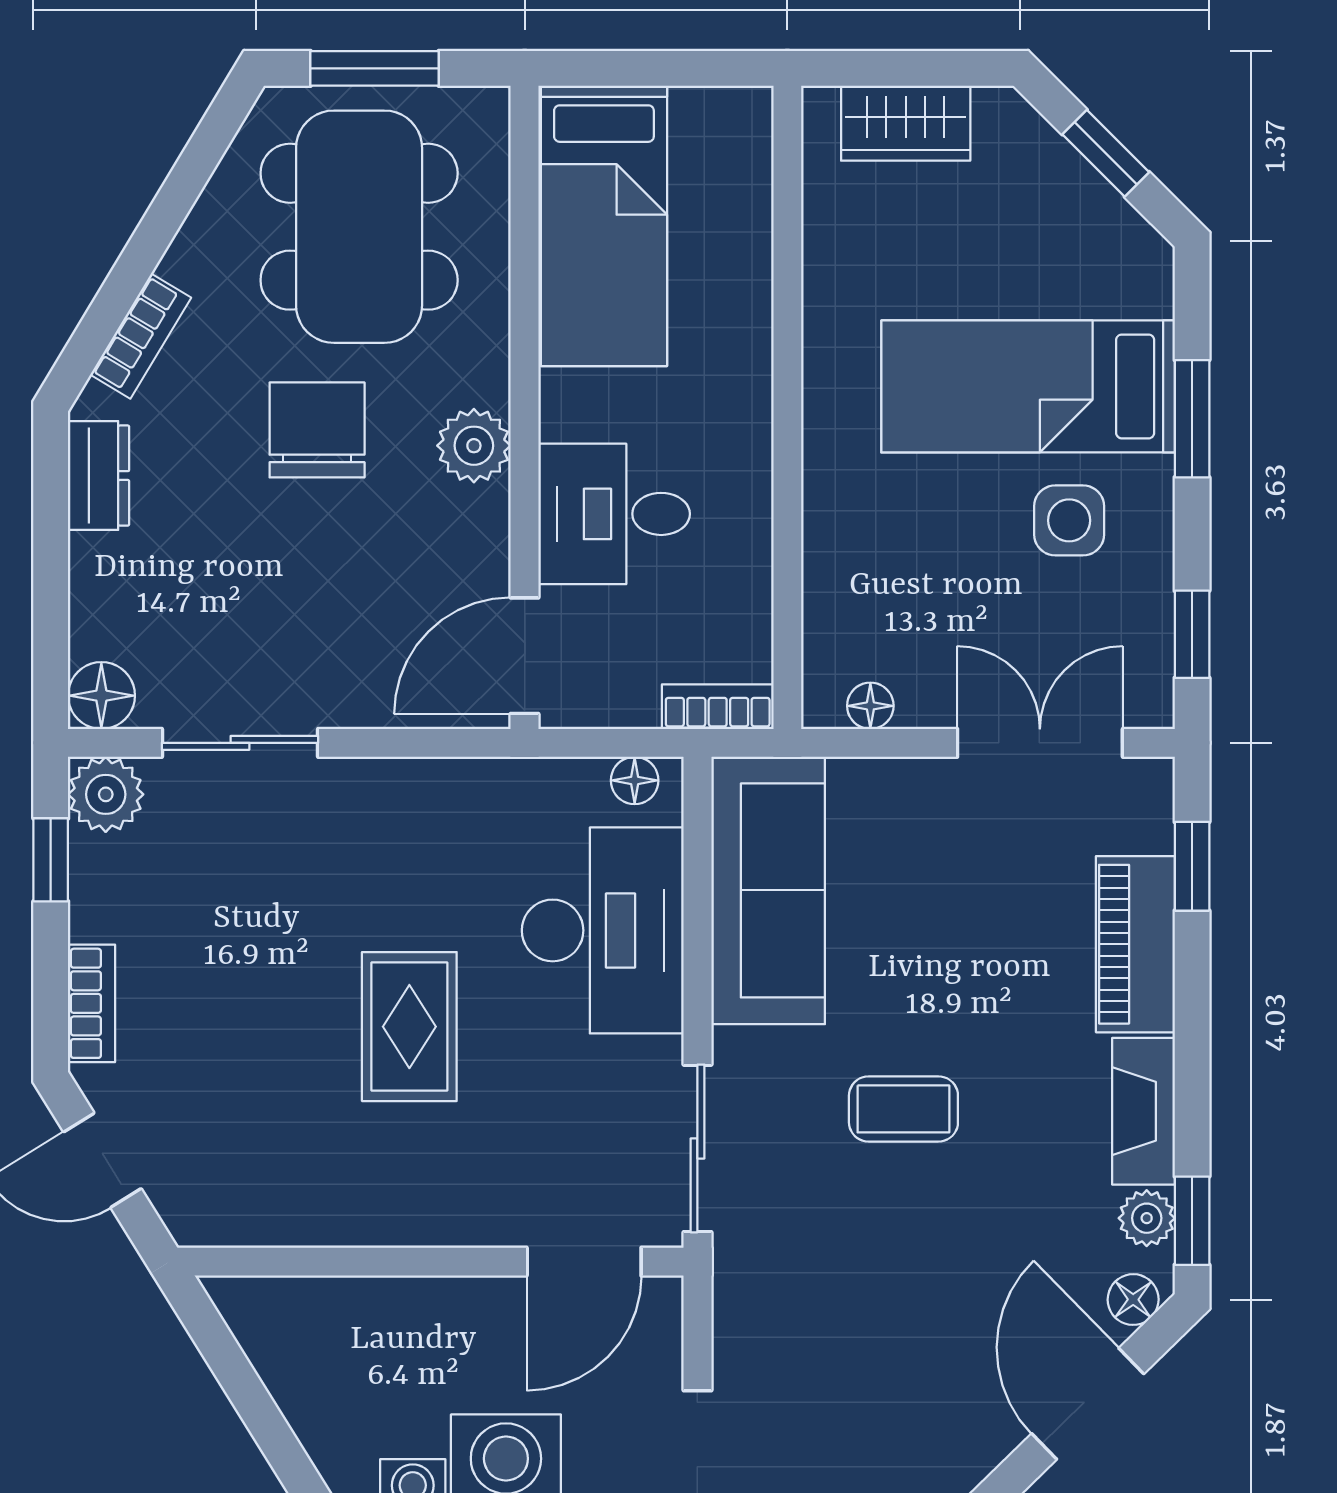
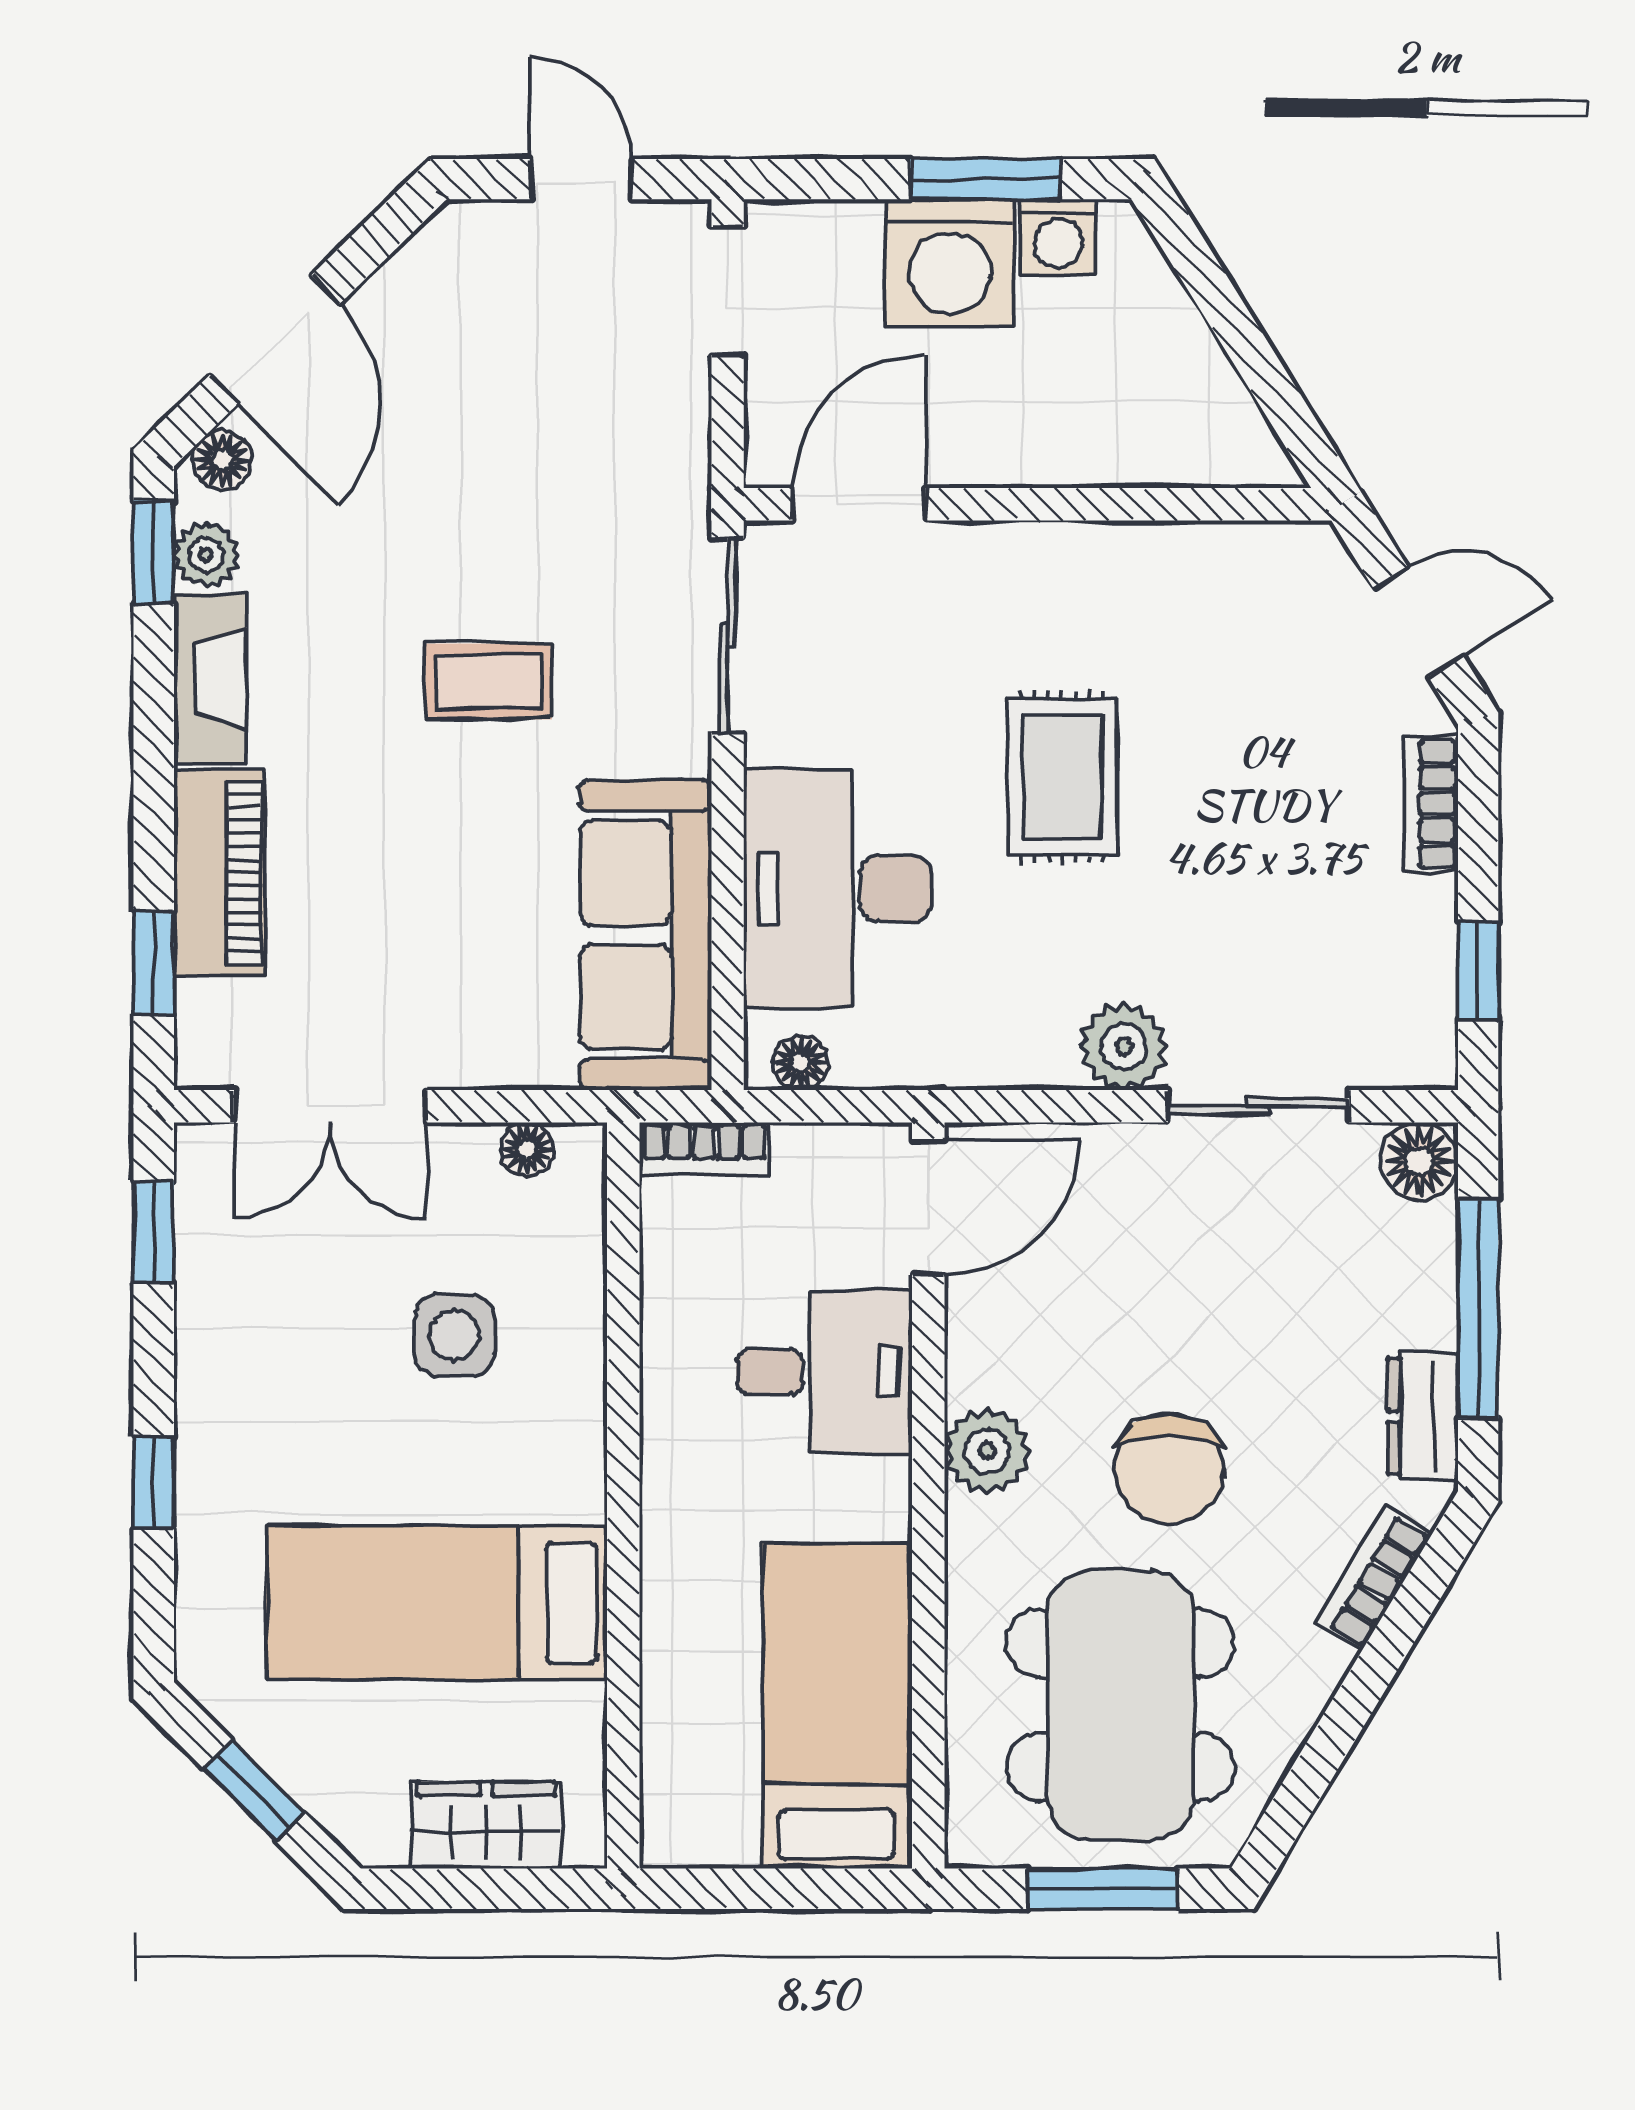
bed: (1028, 386) -> (437, 1603), moved, turned 180
window: (1192, 419) -> (154, 1482), width x0.67
side table: (1069, 520) -> (454, 1335), moved
window: (51, 568) -> (1478, 1309), added
plant: (106, 794) -> (1124, 1046), moved

